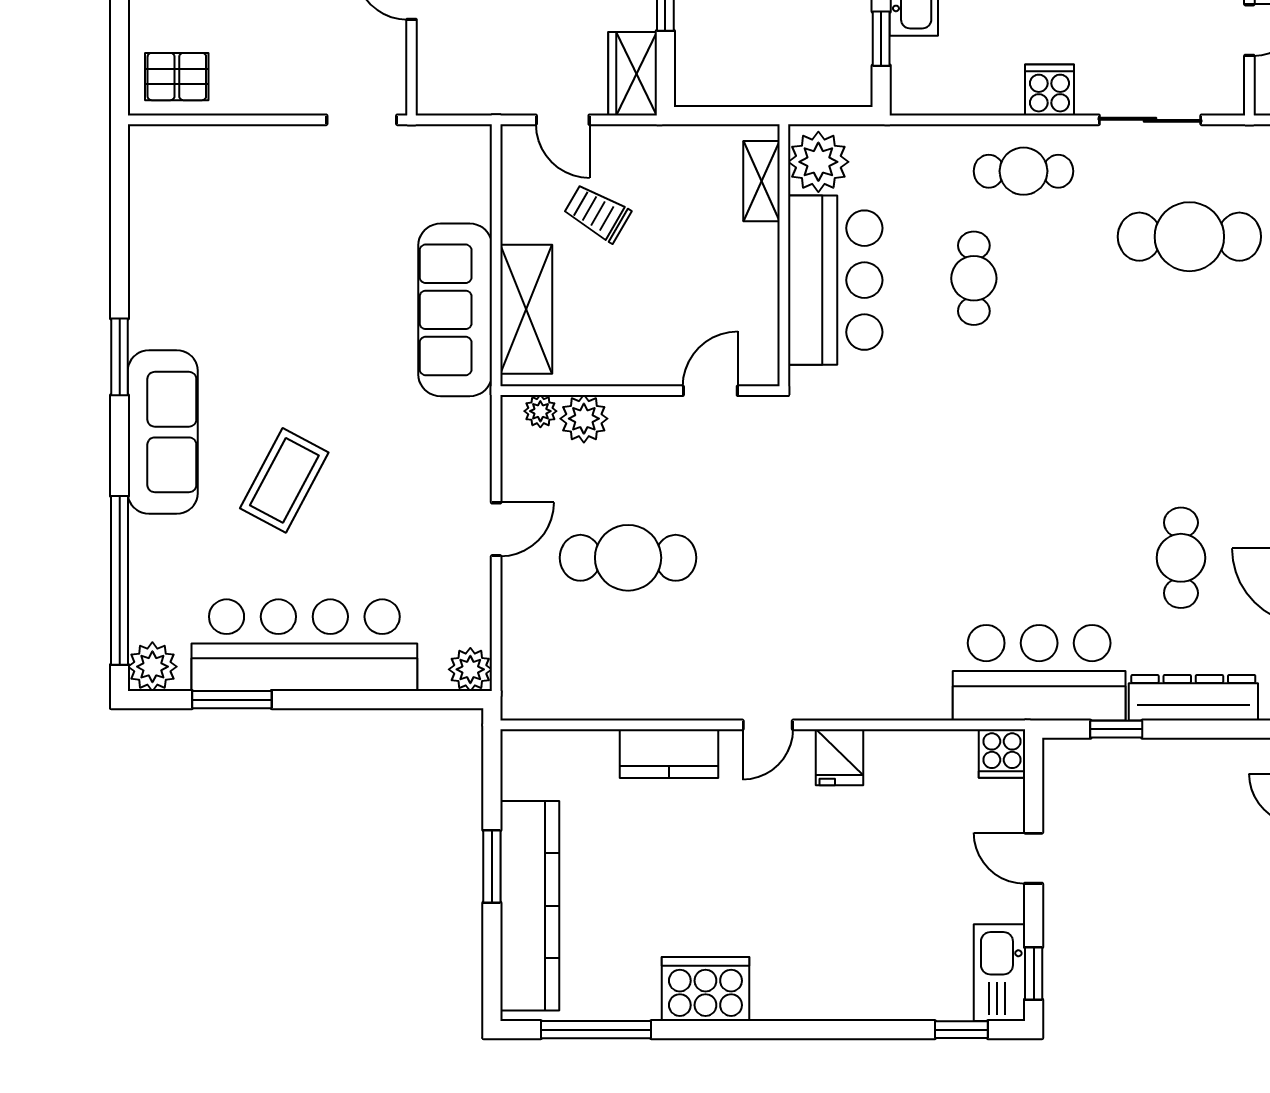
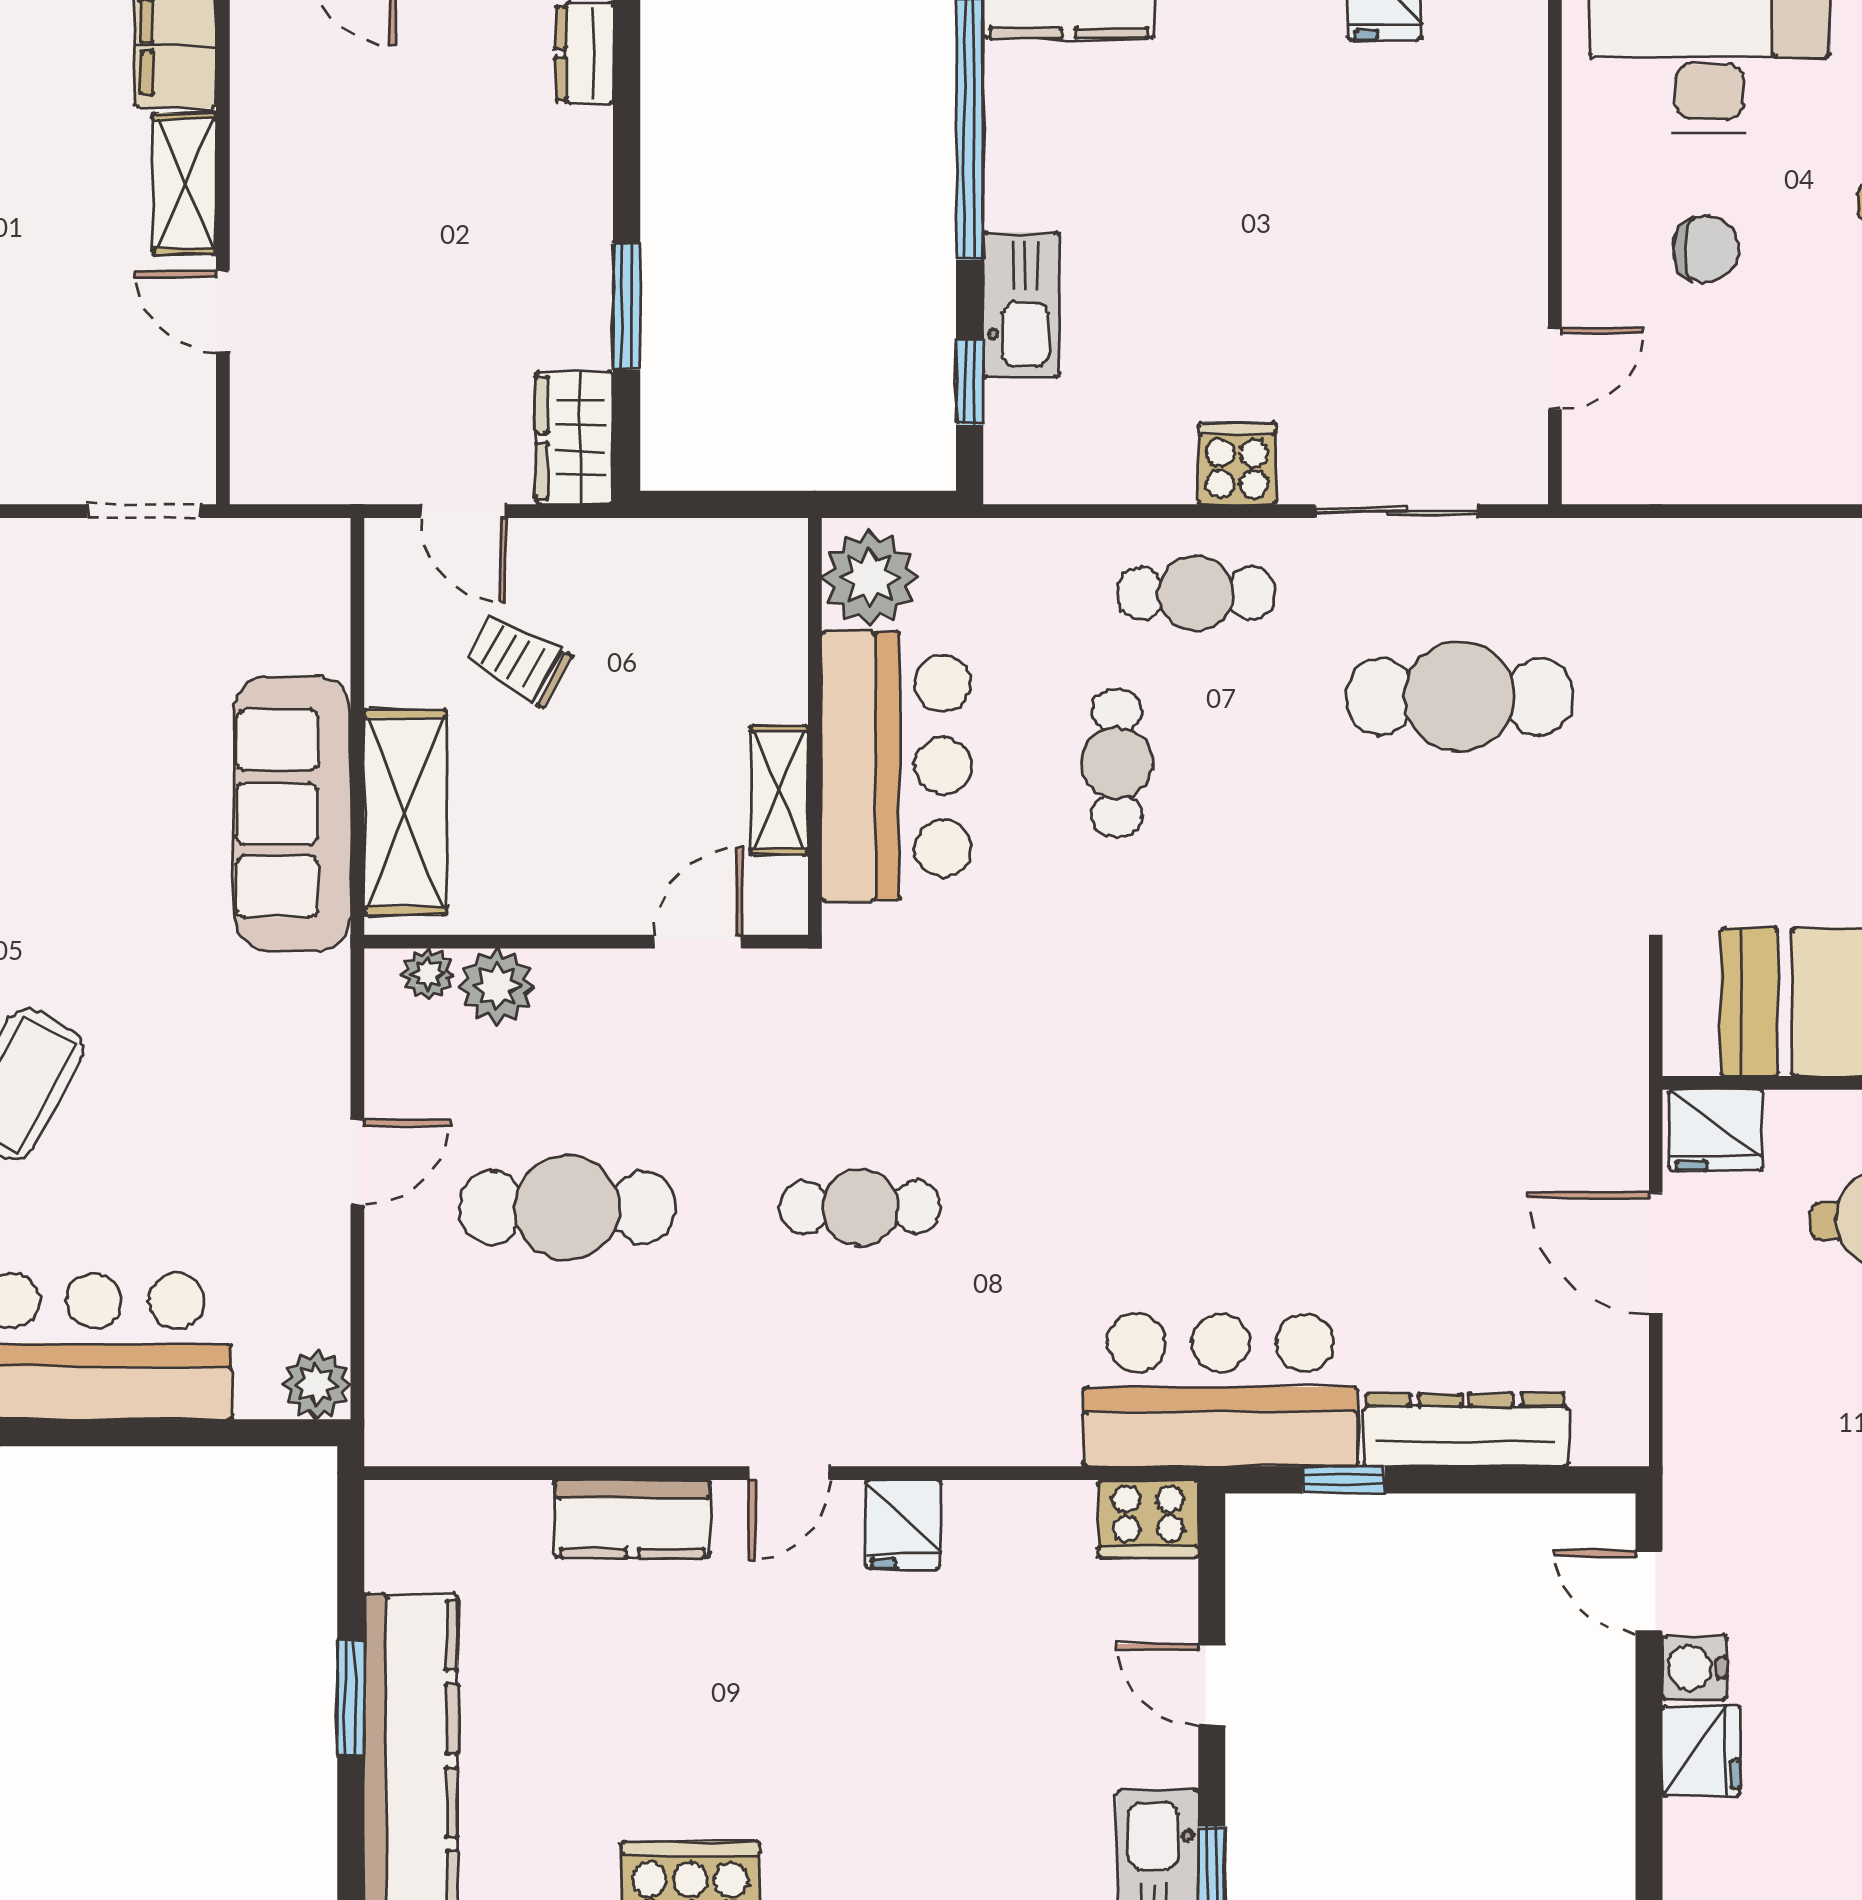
shelving: (762, 181) -> (779, 790), moved
cafe table: (1181, 558) -> (860, 1207), moved, turned 90
cooker: (1002, 754) -> (1148, 1519), width x1.36

